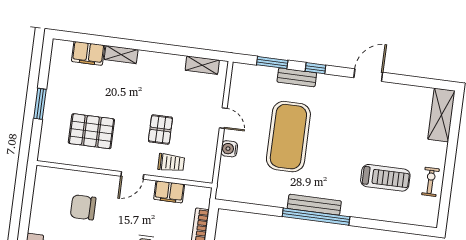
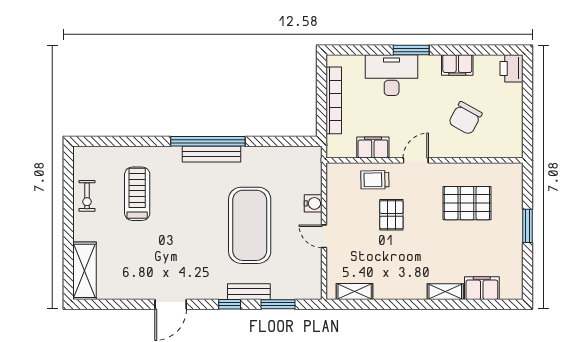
treadmill: (385, 178) -> (137, 194), turned 90
chair: (83, 207) -> (465, 118), turned 119

